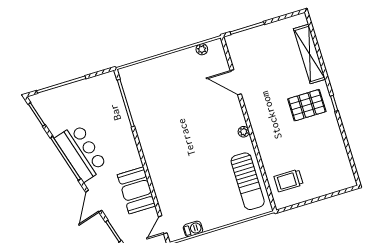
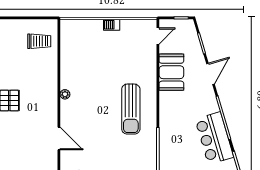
bar counter: (81, 152) -> (214, 138), moved
sun lounger: (248, 181) -> (131, 109), moved, turned 180
barbecue: (193, 229) -> (112, 25), moved

